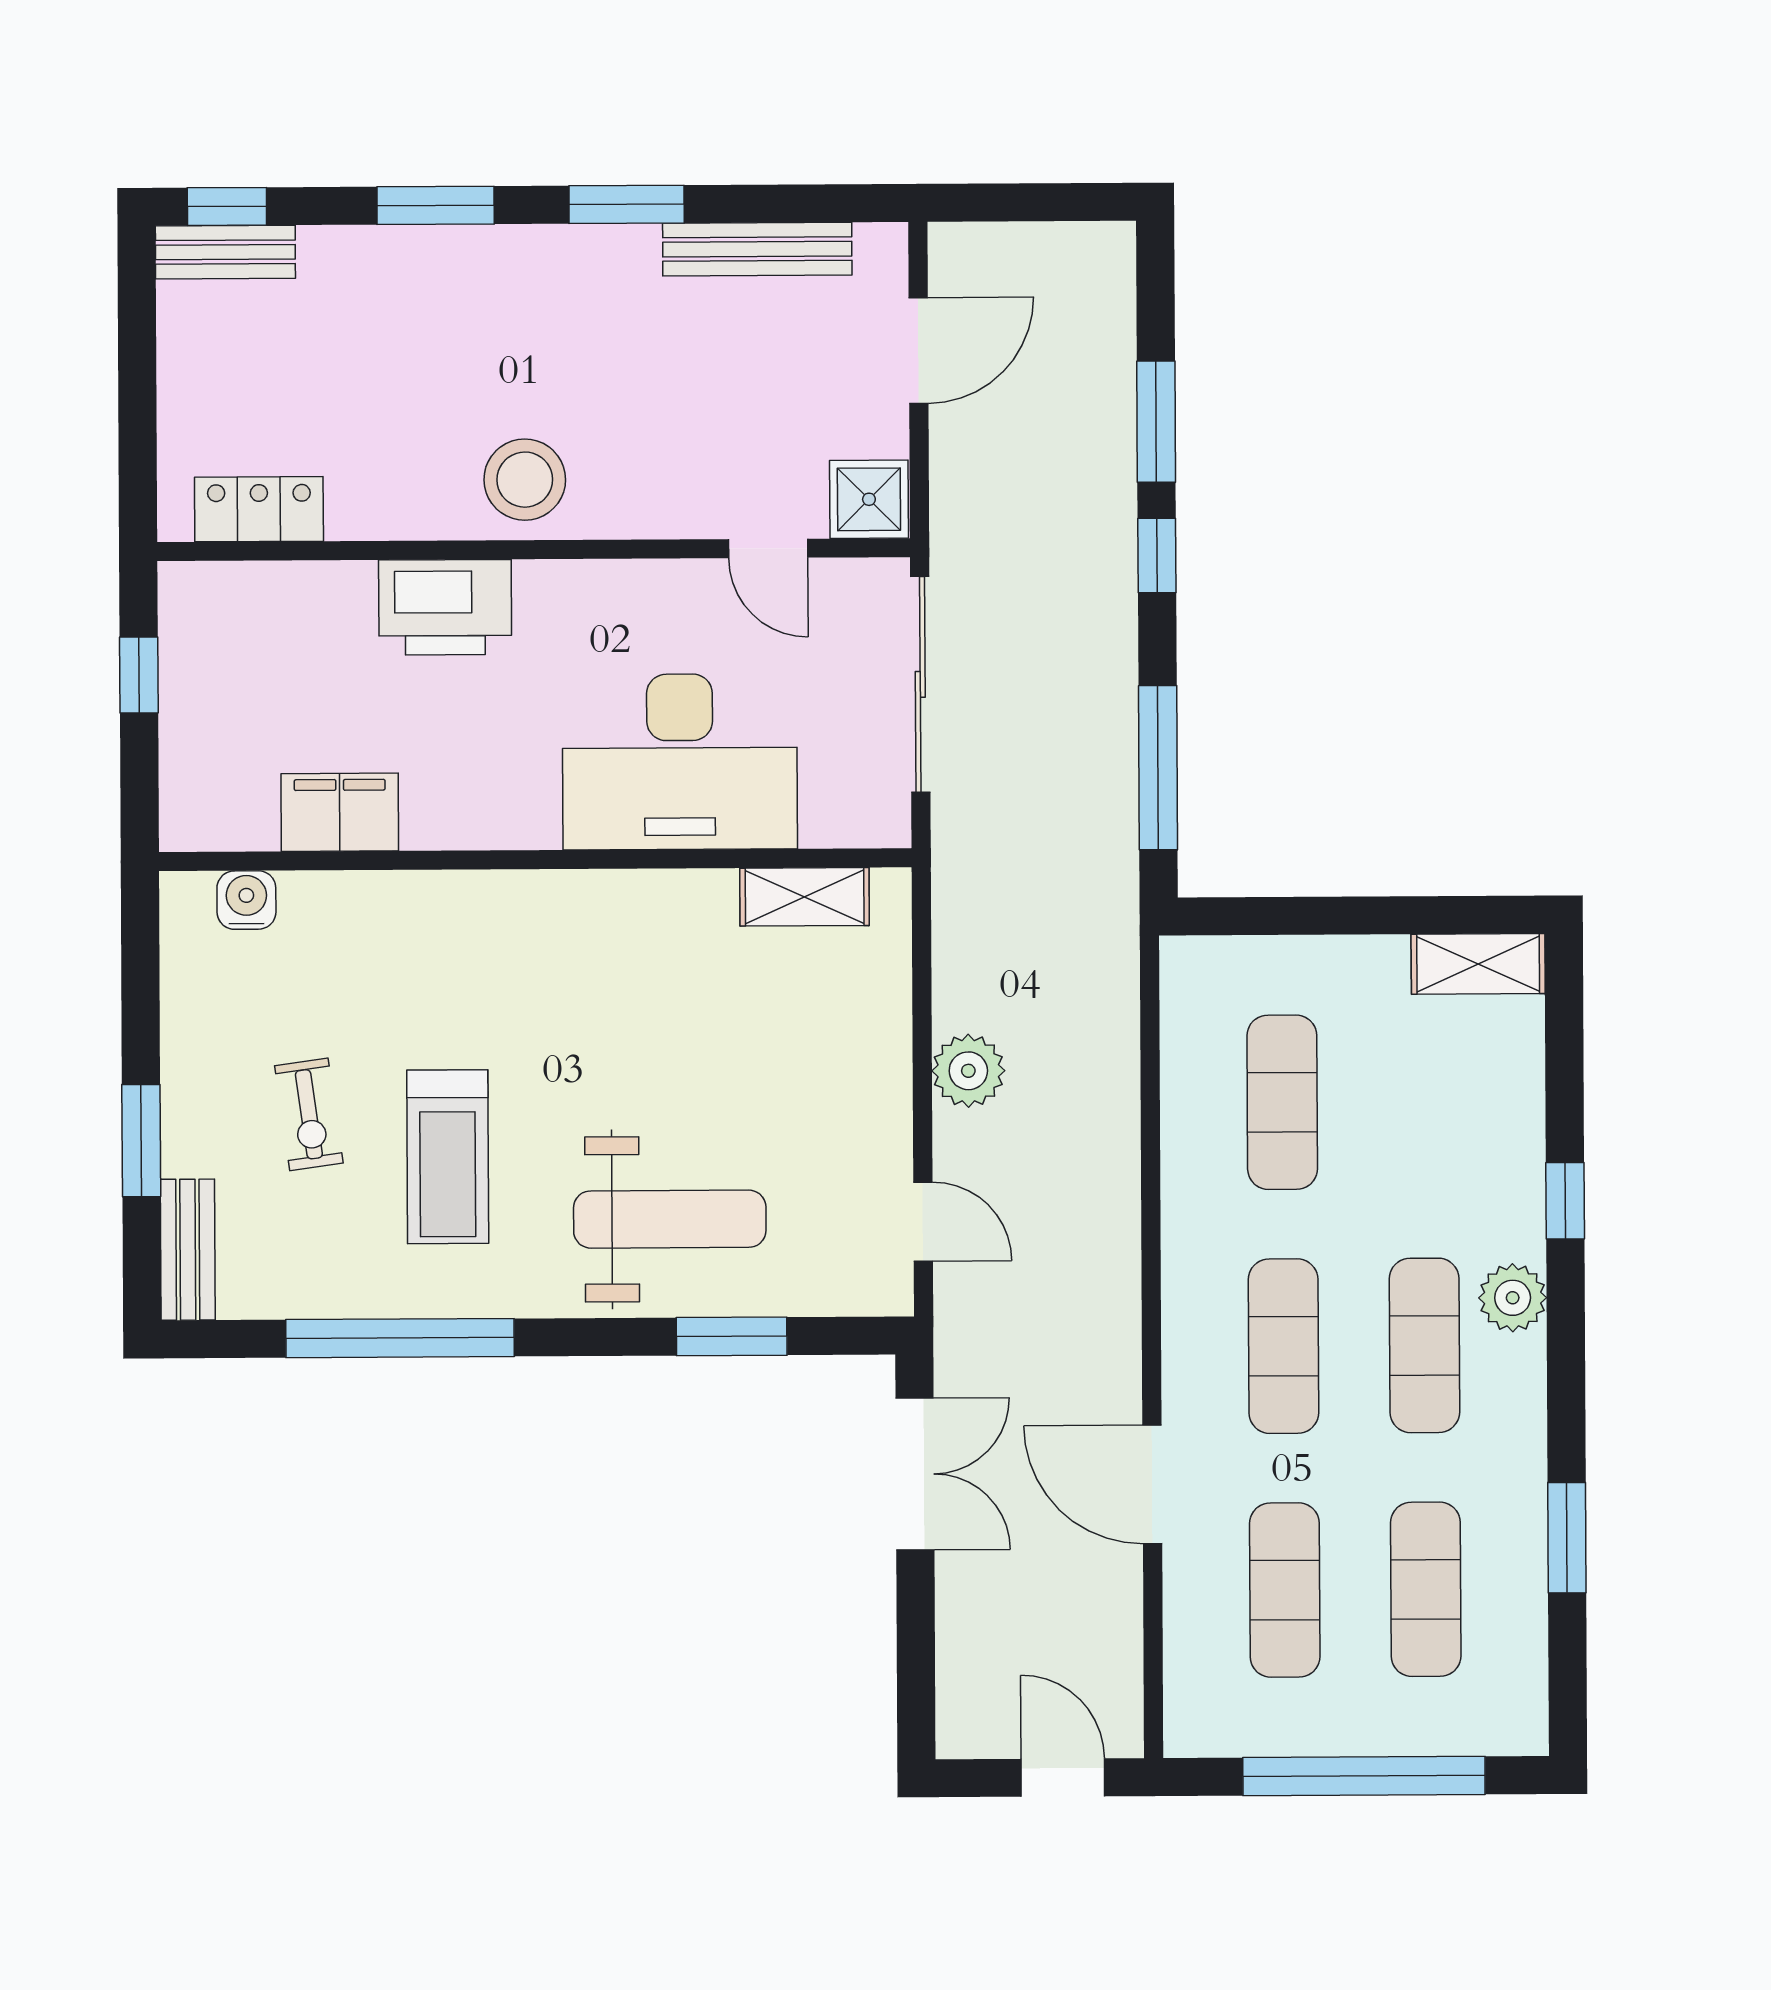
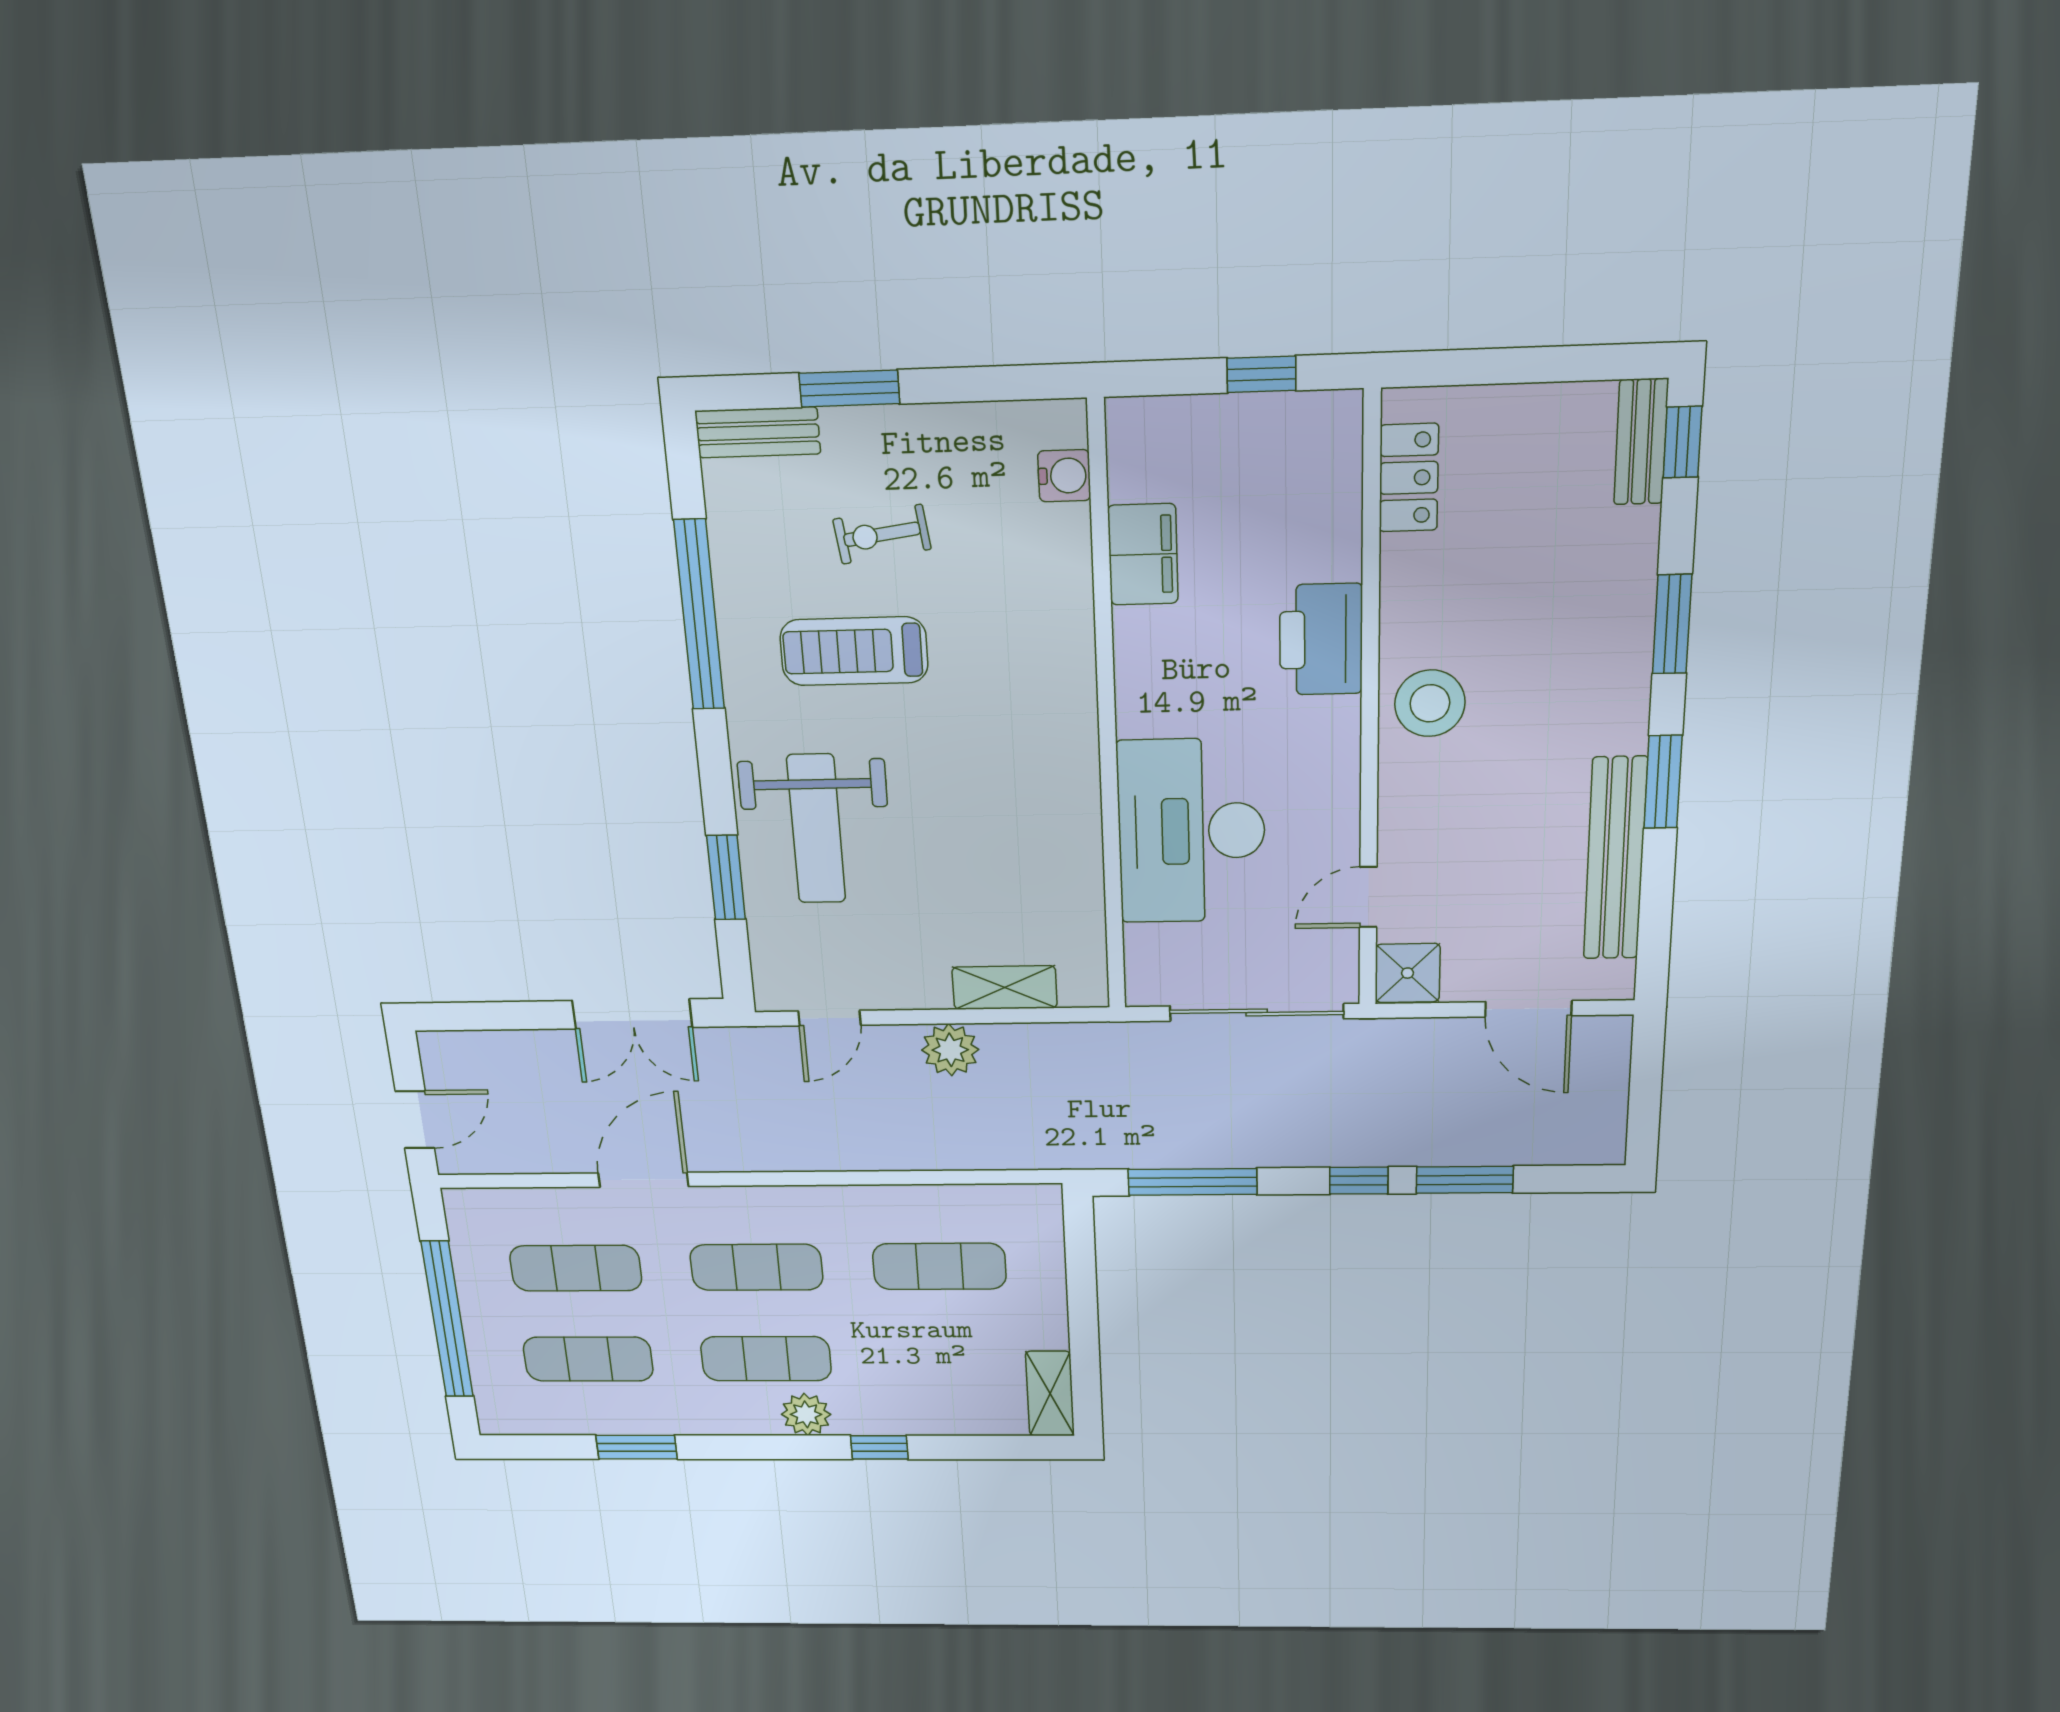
bench: (757, 249) -> (1615, 859), width x1.37, depth x1.21
shelving: (805, 897) -> (1005, 988), moved, turned 90

